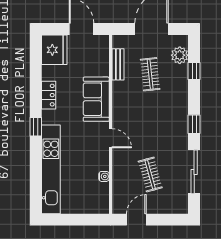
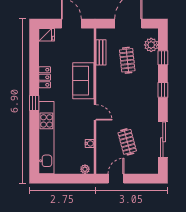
fridge: (54, 50) -> (47, 35), width x0.53, depth x0.75
window: (194, 124) -> (163, 90), moved
plant: (98, 208) -> (85, 169), added

